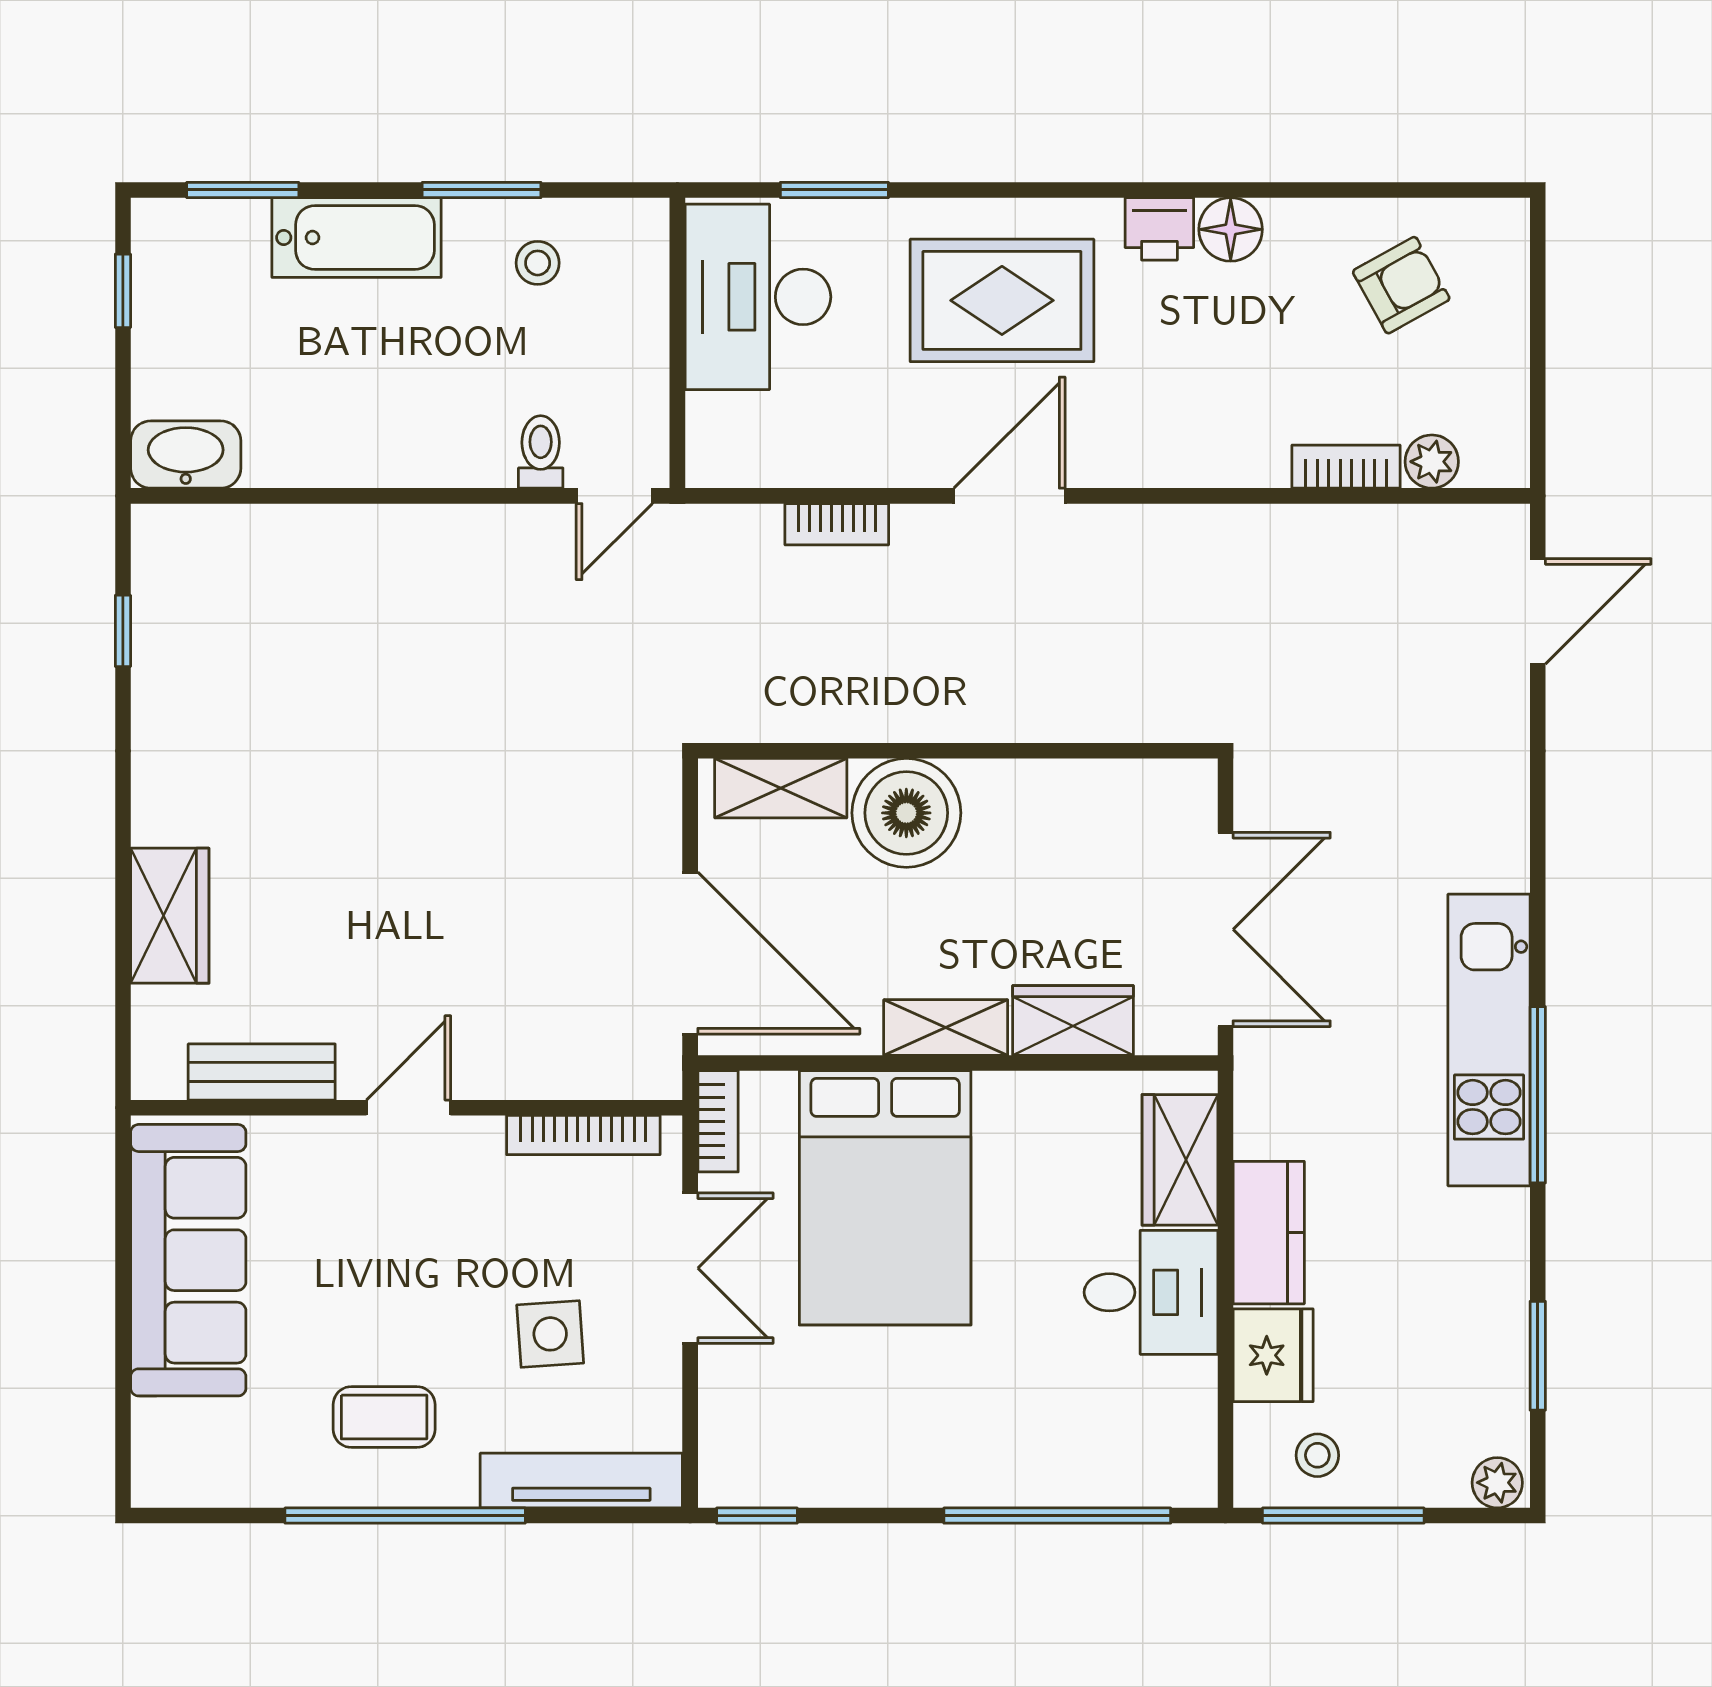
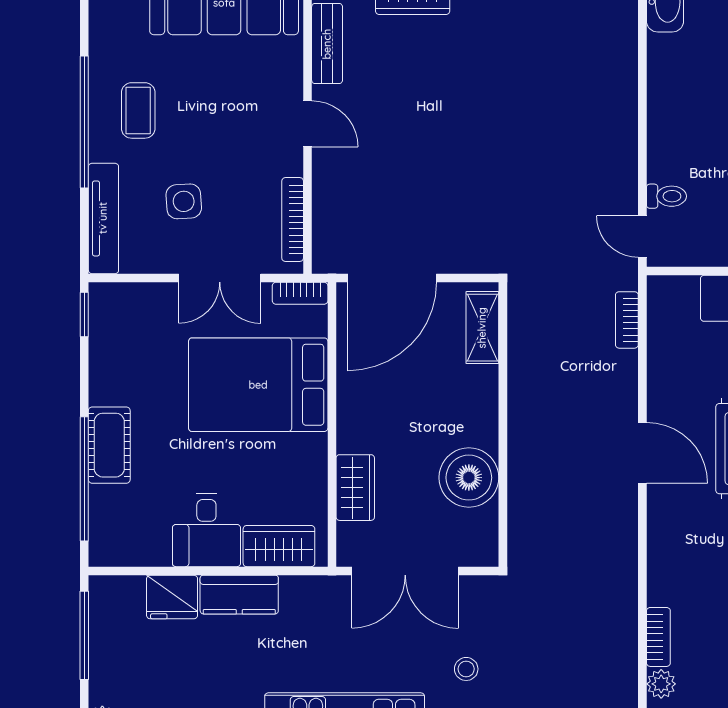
bookcase: (837, 524) -> (627, 320), moved
boiler: (906, 813) -> (469, 478), moved
shelving: (946, 1028) -> (351, 418), removed
stool: (1317, 1455) -> (466, 669), moved
cot: (995, 1470) -> (109, 445), added

